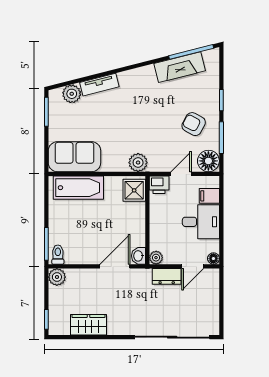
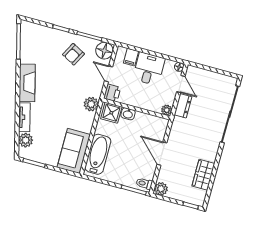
fireplace: (180, 67) -> (27, 83), moved
washbasin: (138, 256) -> (128, 114), moved
door: (115, 266) -> (162, 154), moved

